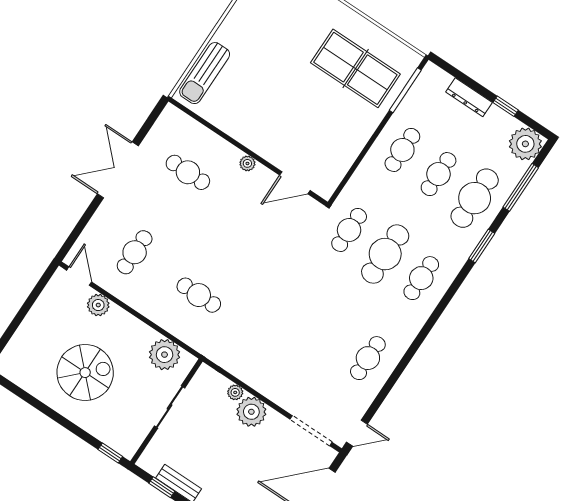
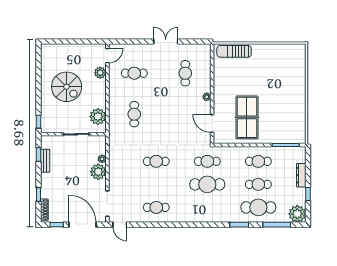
table tennis table: (355, 68) -> (247, 117), moved
double door: (118, 170) -> (166, 41), width x0.73
cafe table: (421, 278) -> (156, 161), moved

